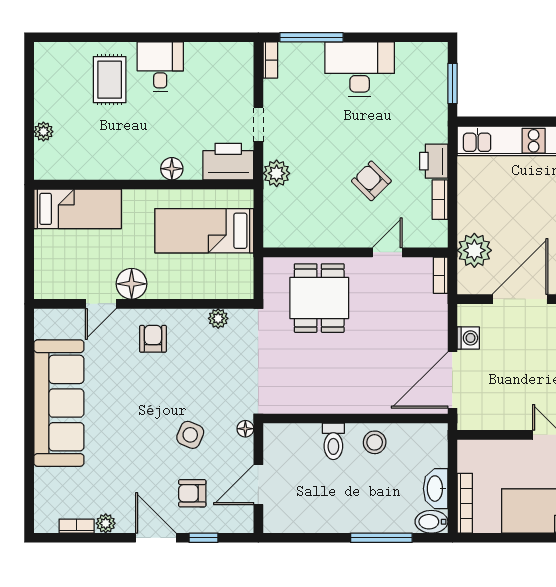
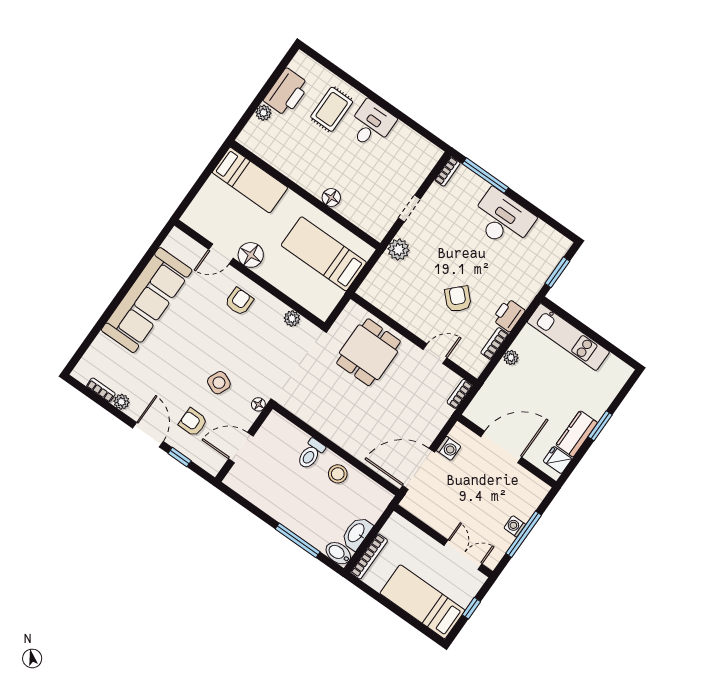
printer: (228, 162) -> (286, 92), moved, turned 90
plant: (474, 250) -> (511, 358), moved, width x0.53, depth x0.53

